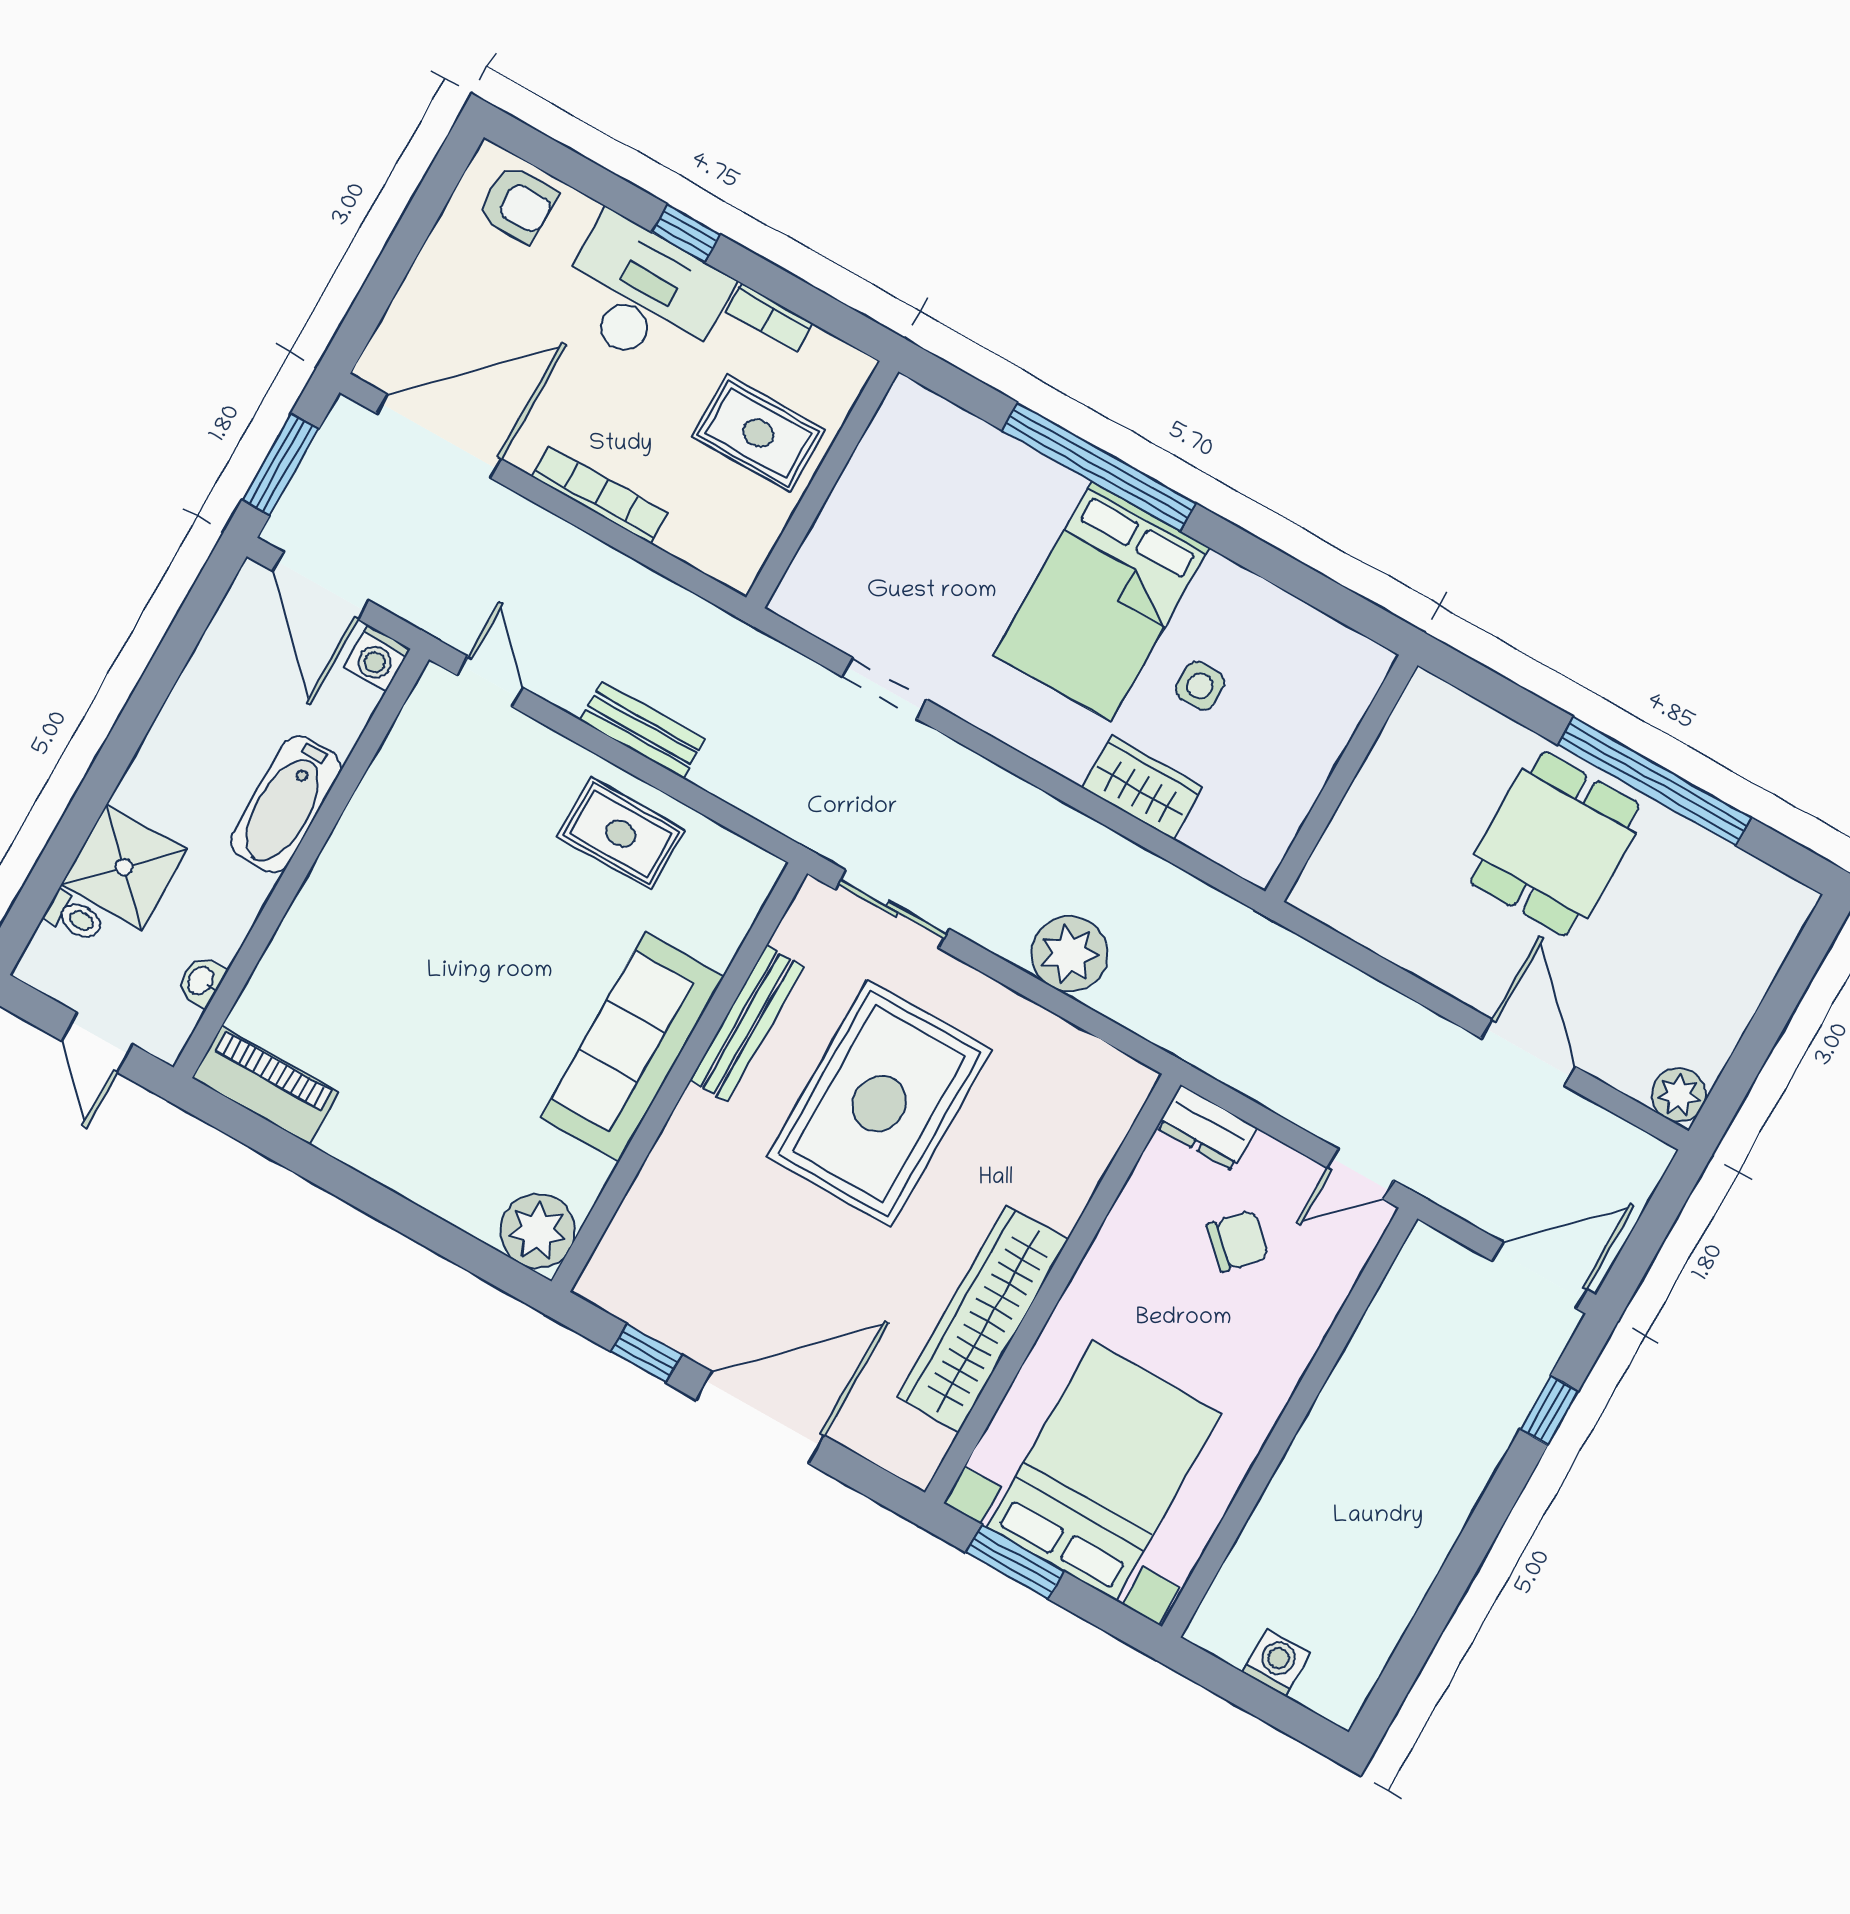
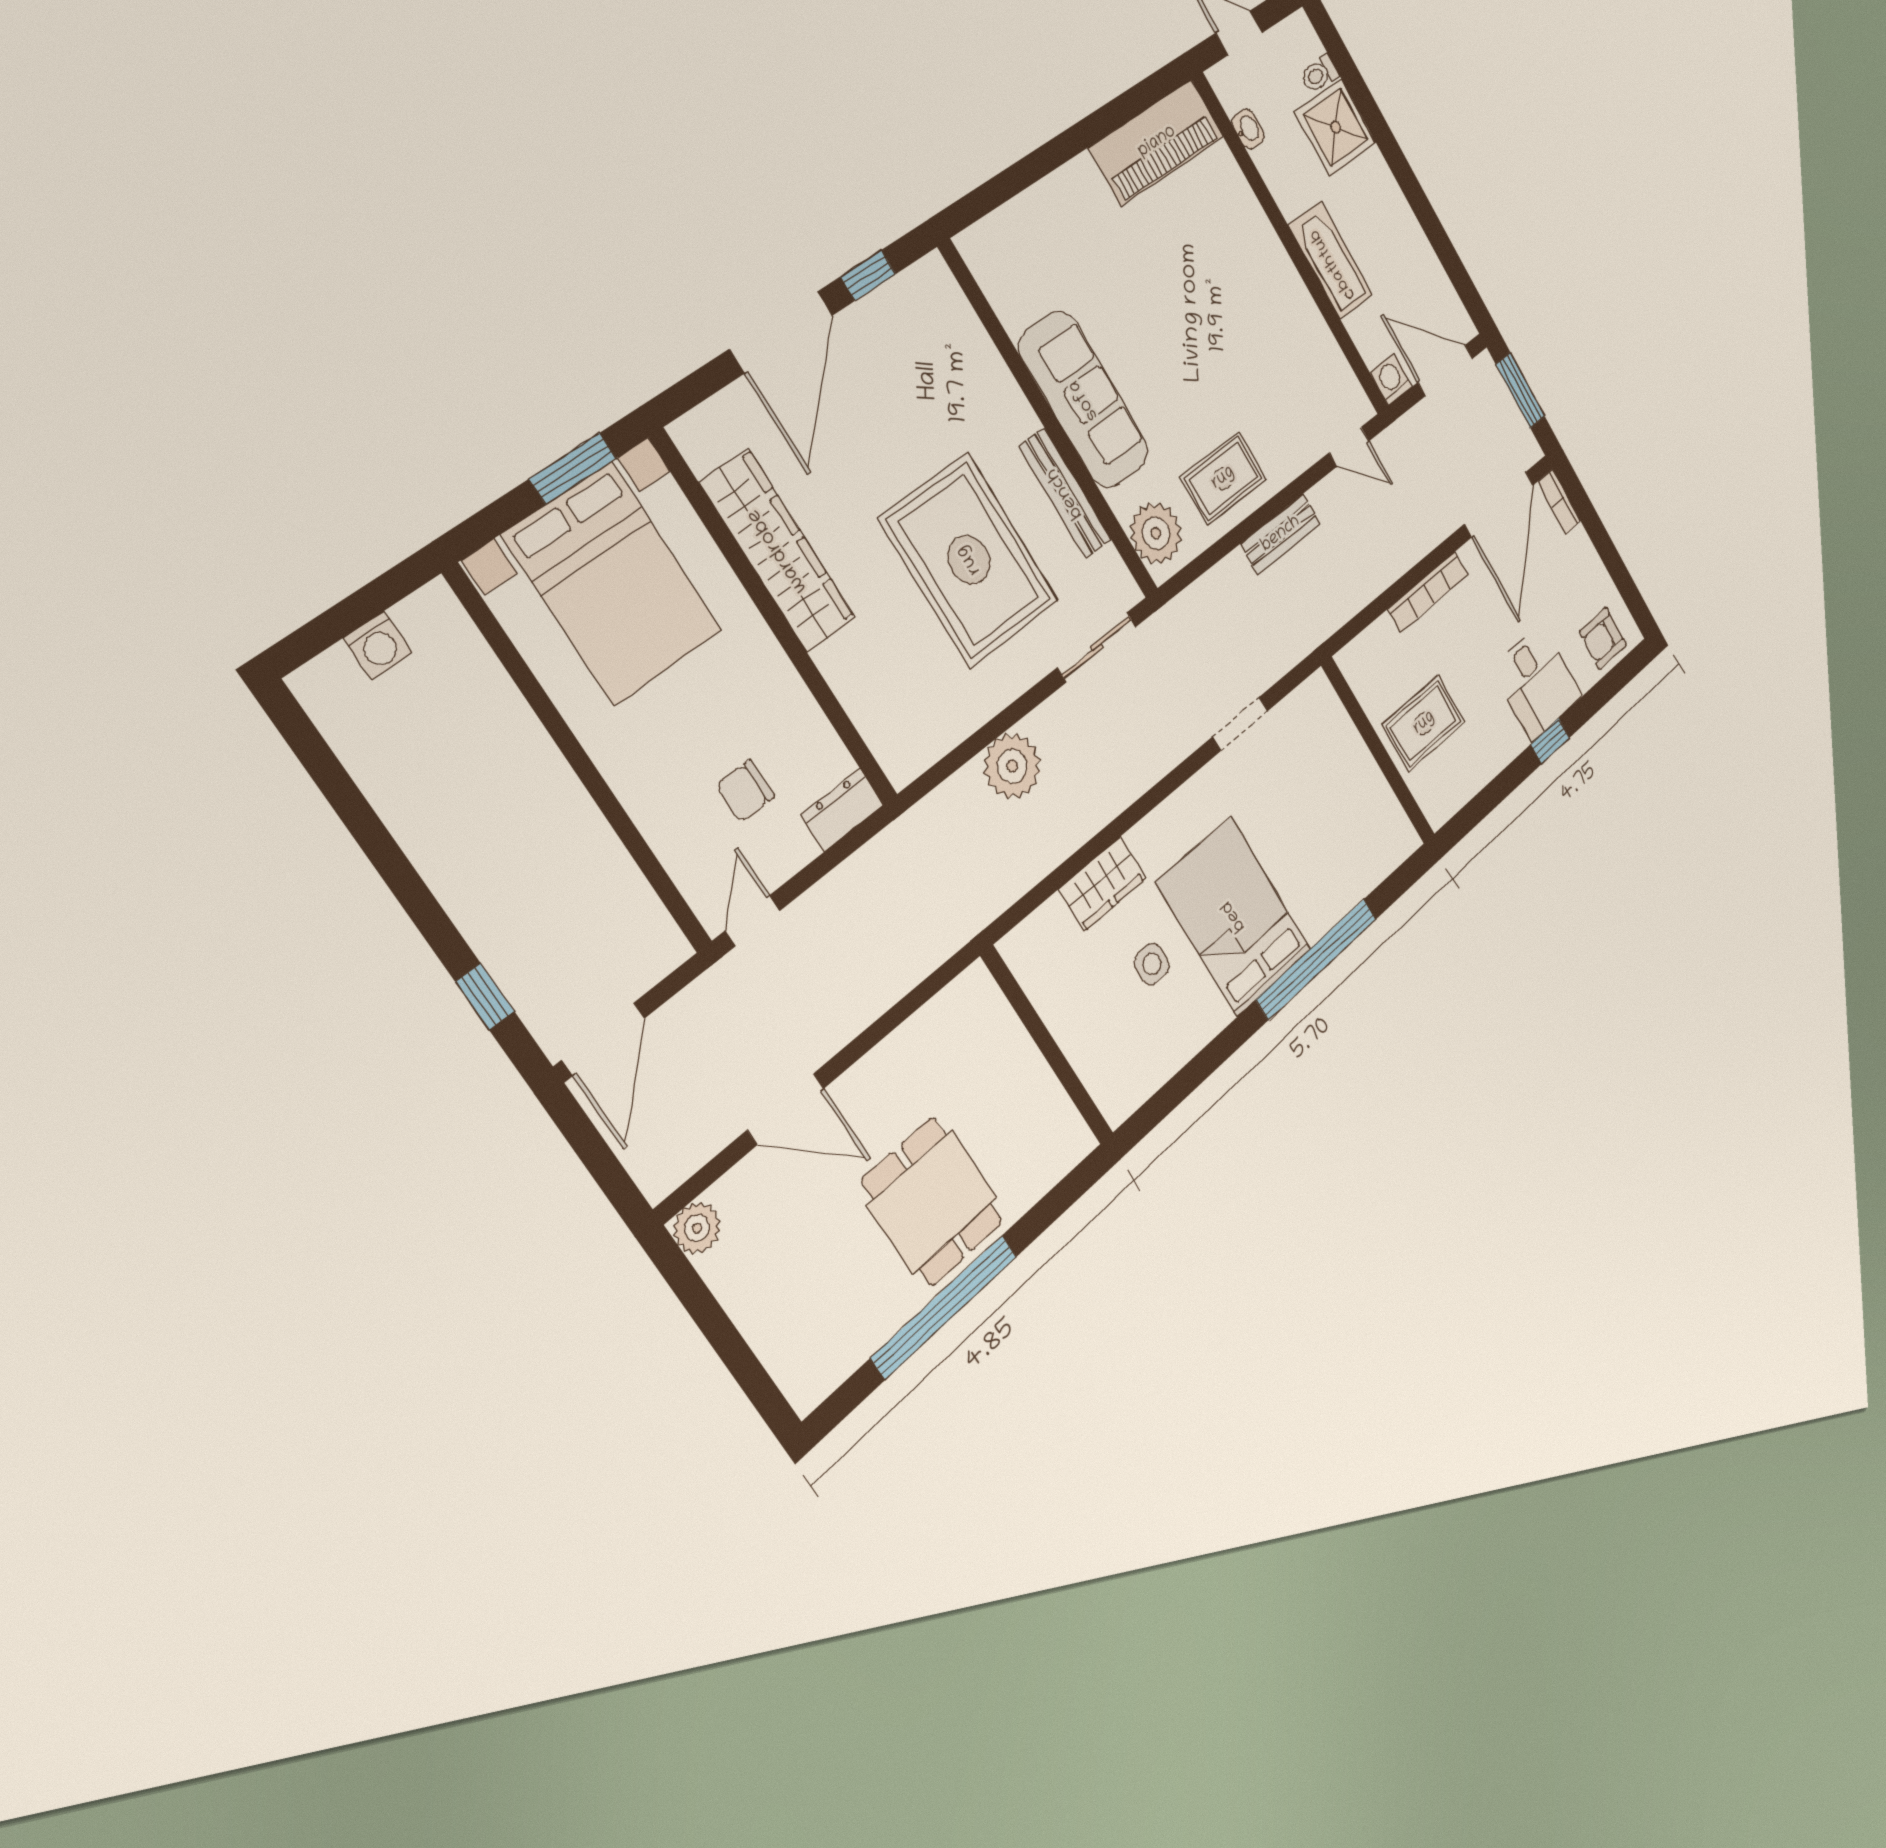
desk: (642, 295) -> (1537, 682), width x0.73
bookcase: (769, 317) -> (1559, 501), moved, turned -90
piano: (265, 1085) -> (1157, 142), width x1.37, depth x1.33
plant: (538, 1231) -> (1156, 533), moved
chair: (1238, 1241) -> (745, 791), turned 47

